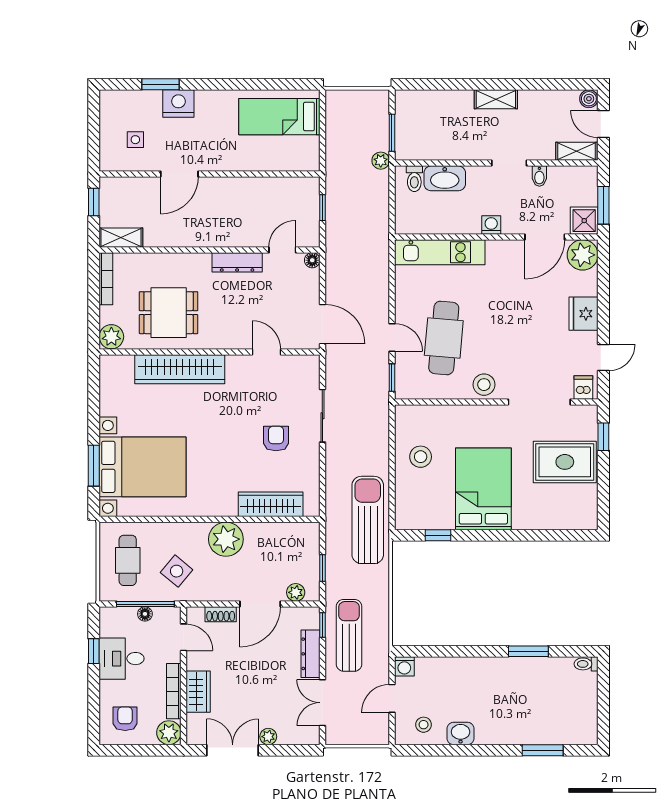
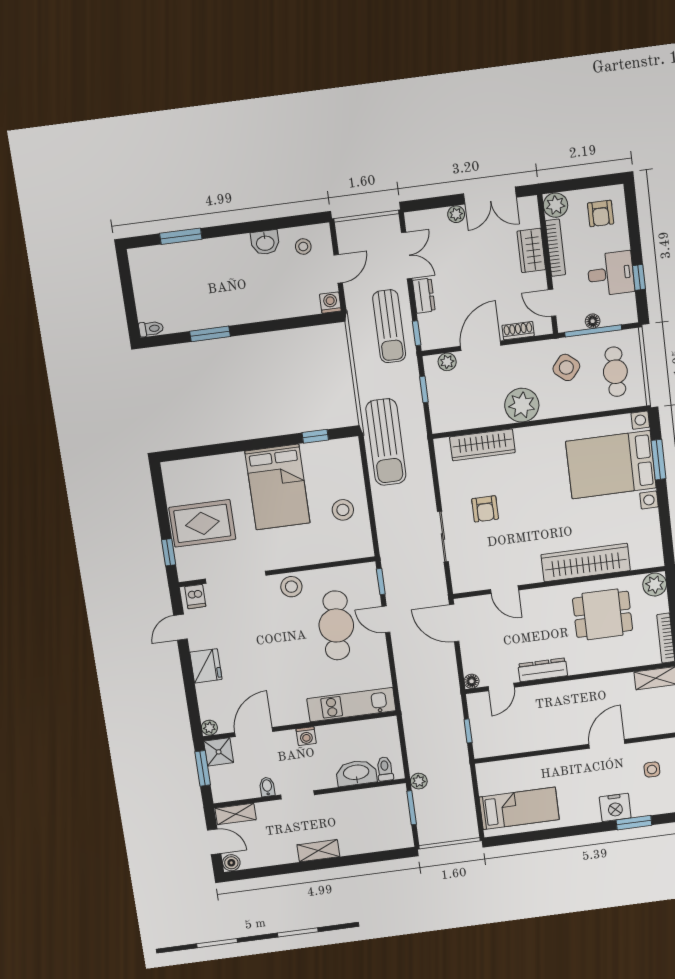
plant: (583, 255) -> (209, 728), width x0.53, depth x0.53
dresser: (311, 654) -> (424, 296), width x0.70

